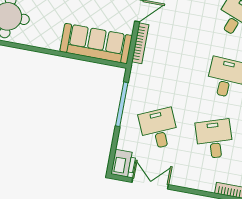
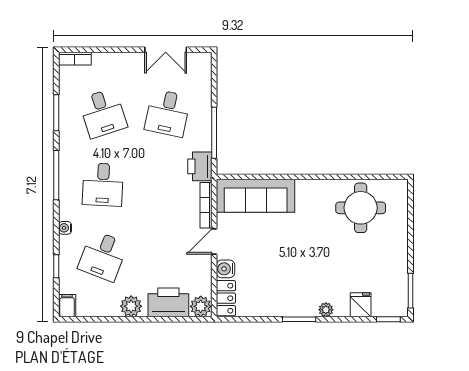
desk: (159, 129) -> (168, 113), turned 36
printer: (124, 164) -> (200, 166), moved

